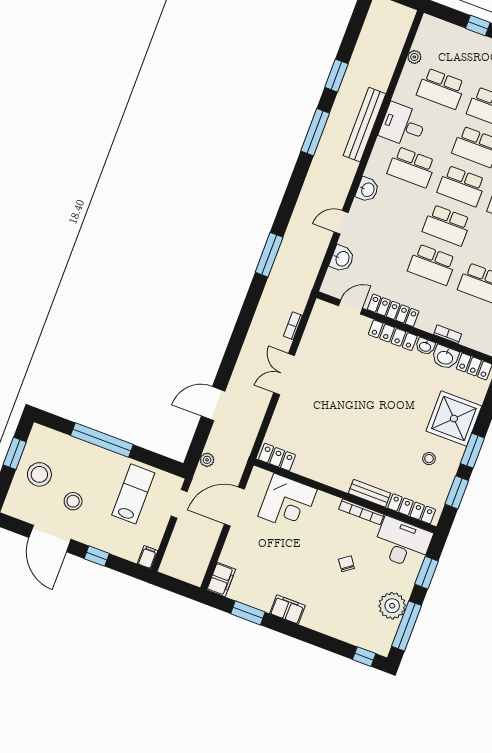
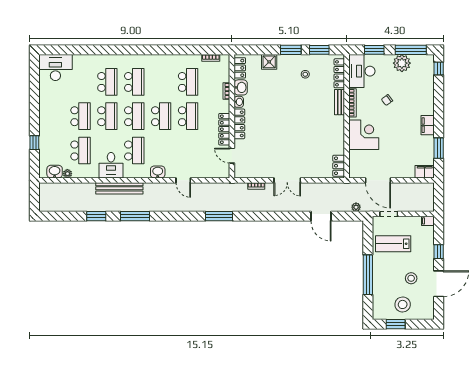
washbasin: (342, 259) -> (55, 172), moved
shower: (454, 419) -> (269, 62), width x0.54, depth x0.54
corner desk: (287, 503) -> (364, 135), moved

